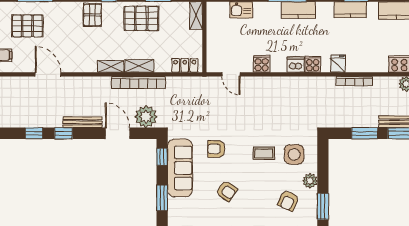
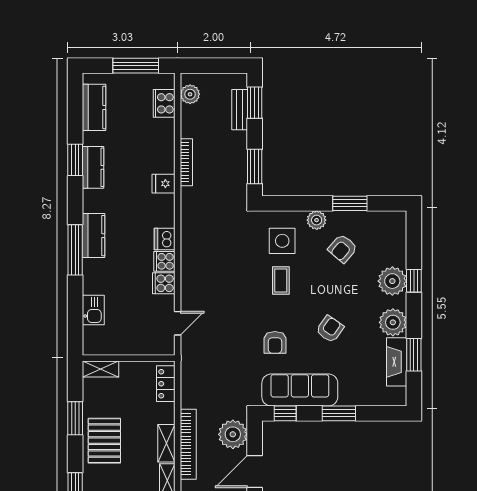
cooker: (313, 64) -> (164, 261), moved
window: (365, 133) -> (255, 166), moved
armchair: (288, 201) -> (343, 249), turned 106

